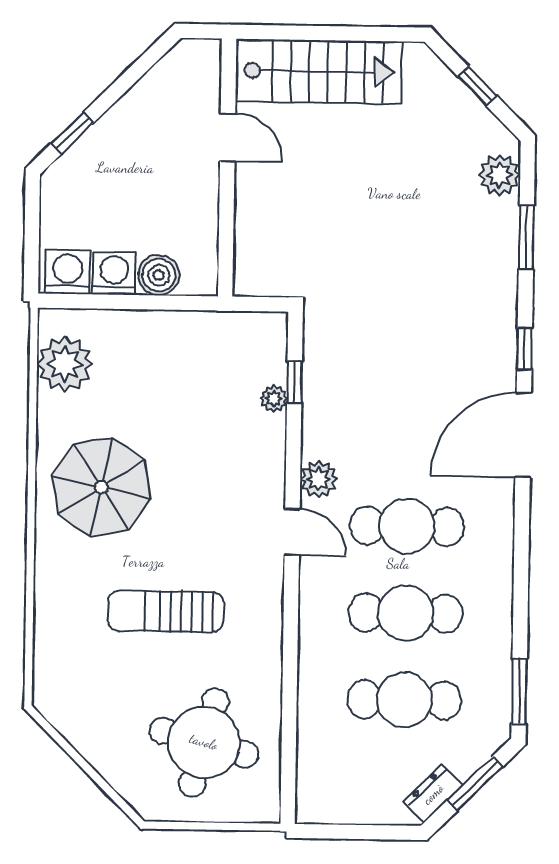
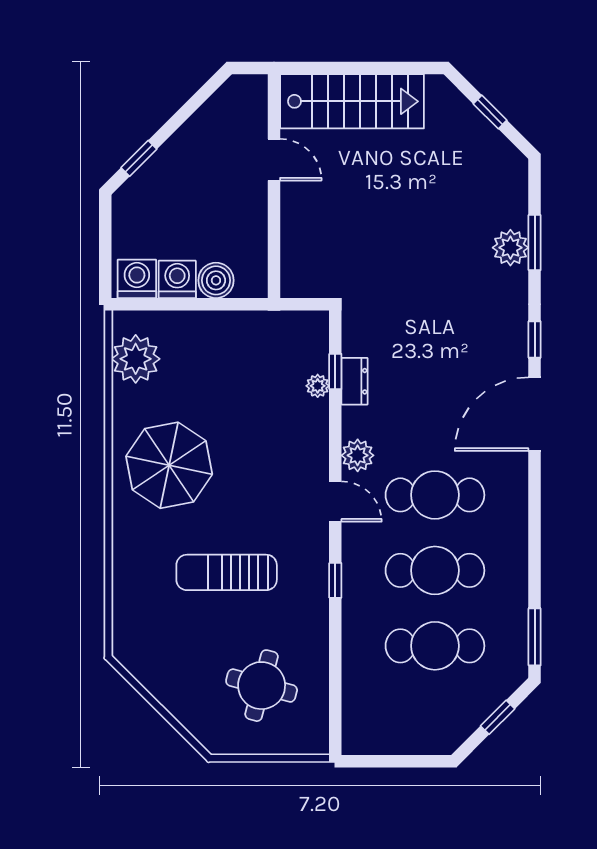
plant: (499, 175) -> (510, 248), moved
window: (291, 623) -> (335, 580), added
round table: (204, 742) -> (262, 686), width x0.73, depth x0.73
window: (475, 783) -> (498, 717), width x0.67
dresser: (433, 794) -> (355, 381), moved, turned 135

